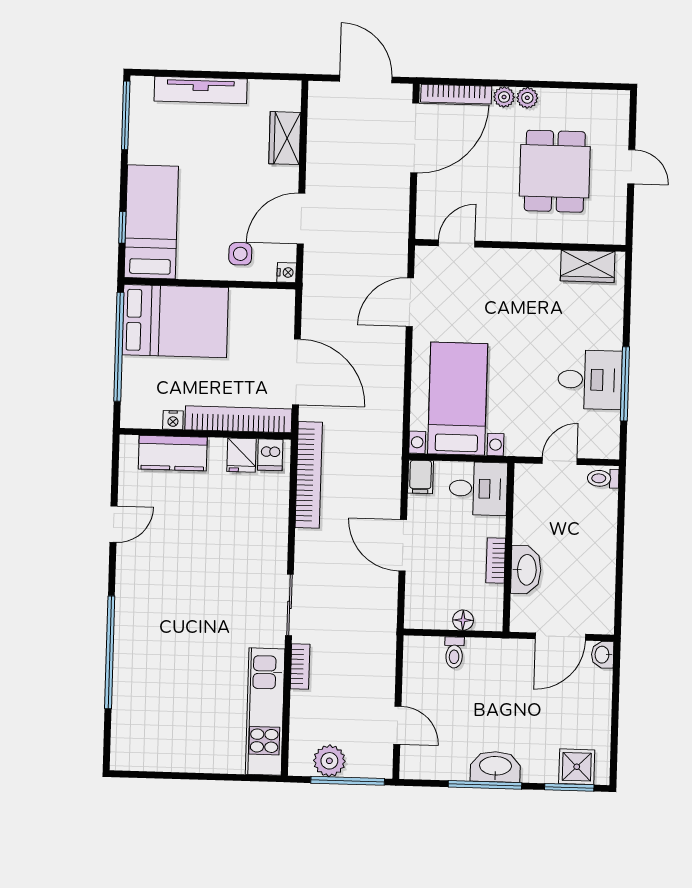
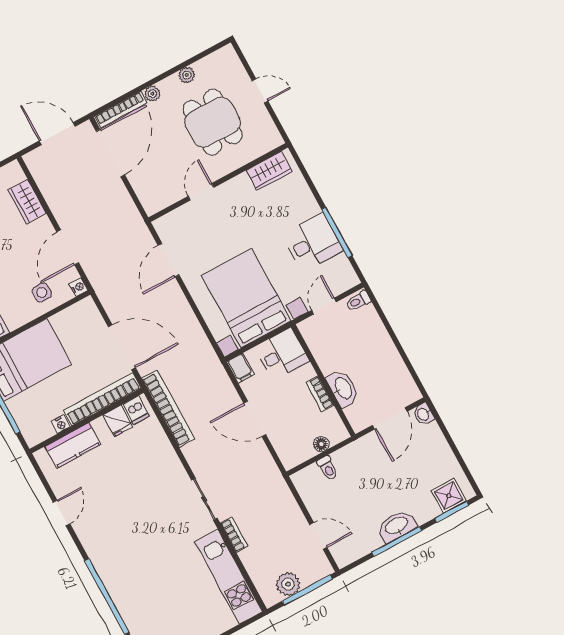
plant: (527, 98) -> (187, 75), moved
door: (457, 243) -> (201, 192), moved
bed with nightstands: (458, 399) -> (246, 298), width x1.36

